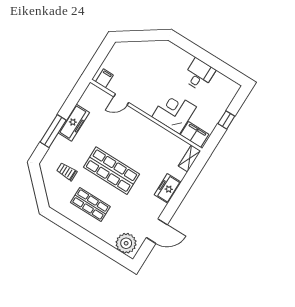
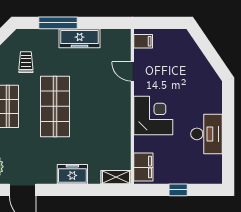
desk: (199, 75) -> (206, 134), width x1.37
corner desk: (174, 112) -> (153, 116), moved

